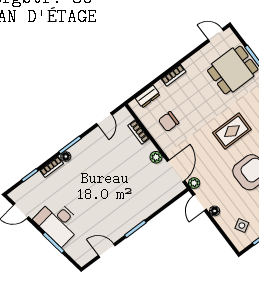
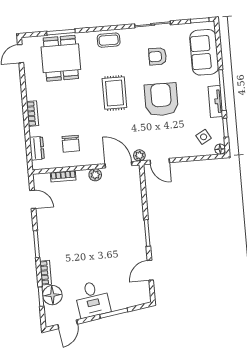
floor lamp: (66, 157) -> (52, 295), moved, width x1.89, depth x1.89
floor lamp: (215, 211) -> (220, 149), moved
desk: (58, 222) -> (92, 299), width x0.73

